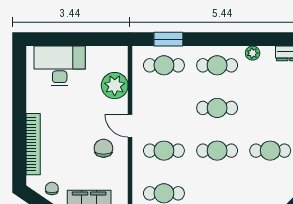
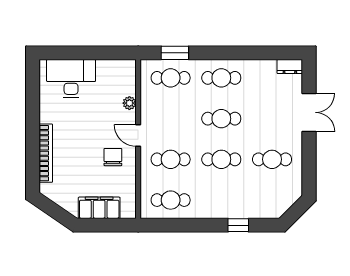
plant: (253, 53) -> (255, 66), removed
plant: (115, 86) -> (129, 103), width x0.53, depth x0.53
chair: (52, 189) -> (64, 196), removed

